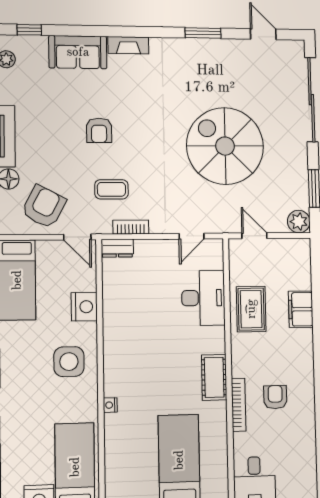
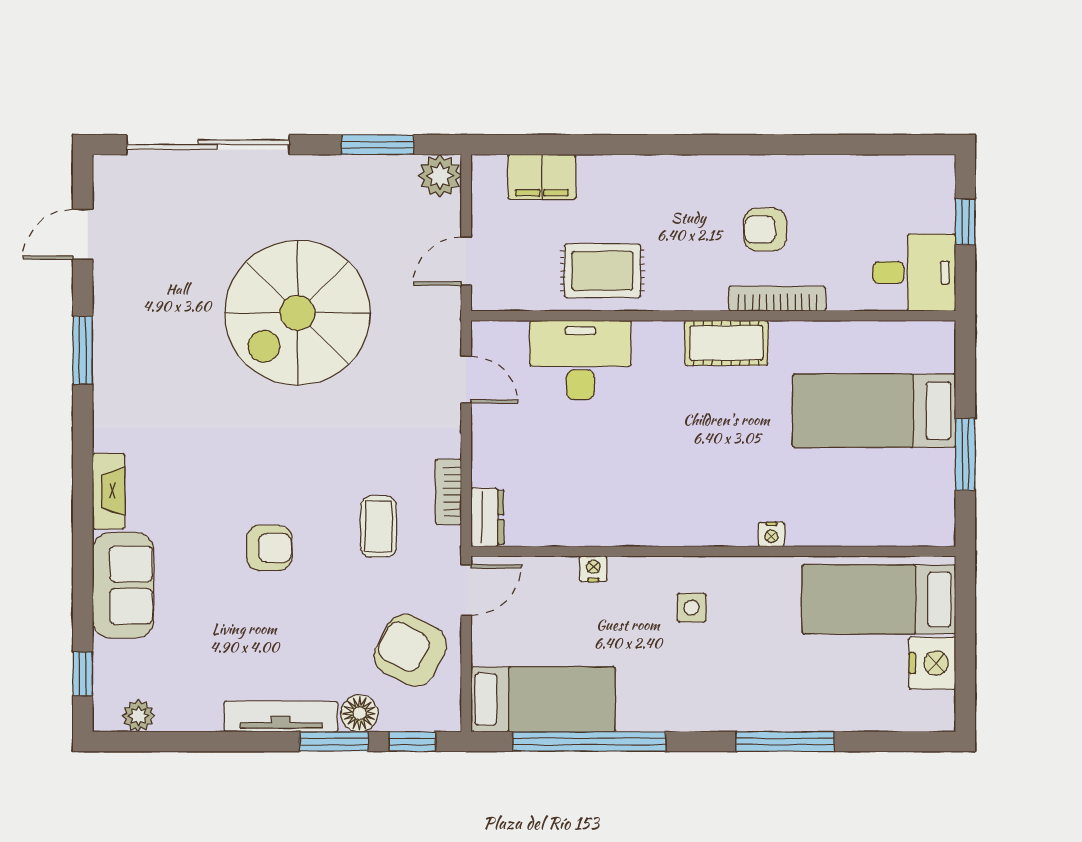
nightstand: (84, 307) -> (593, 569), width x0.53, depth x0.56
filing cabinet: (301, 309) -> (542, 177), moved
side table: (69, 362) -> (692, 608), width x0.54, depth x0.54

